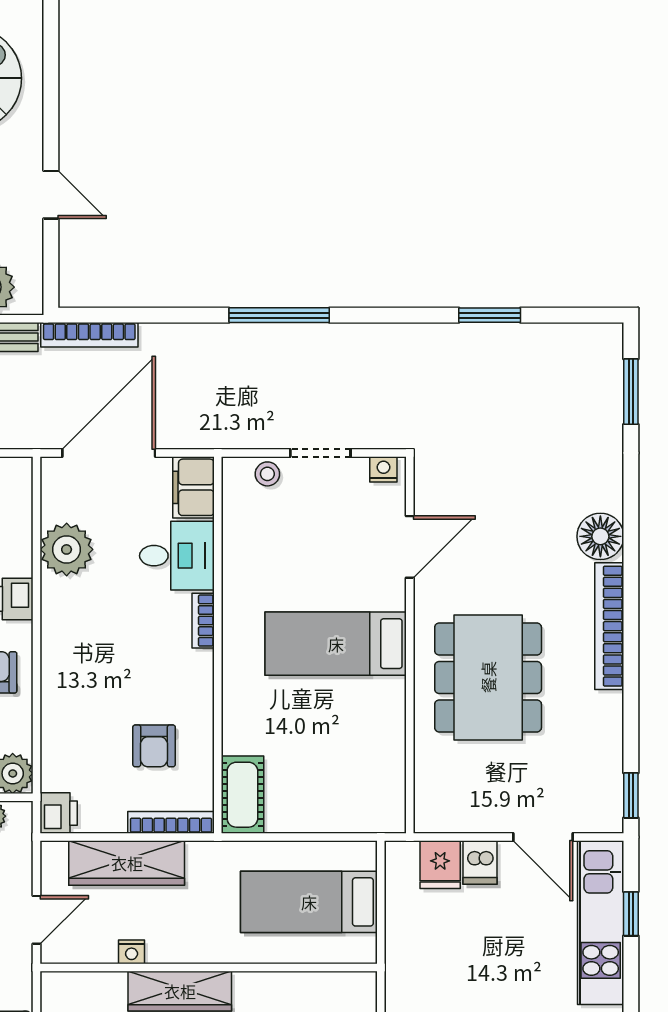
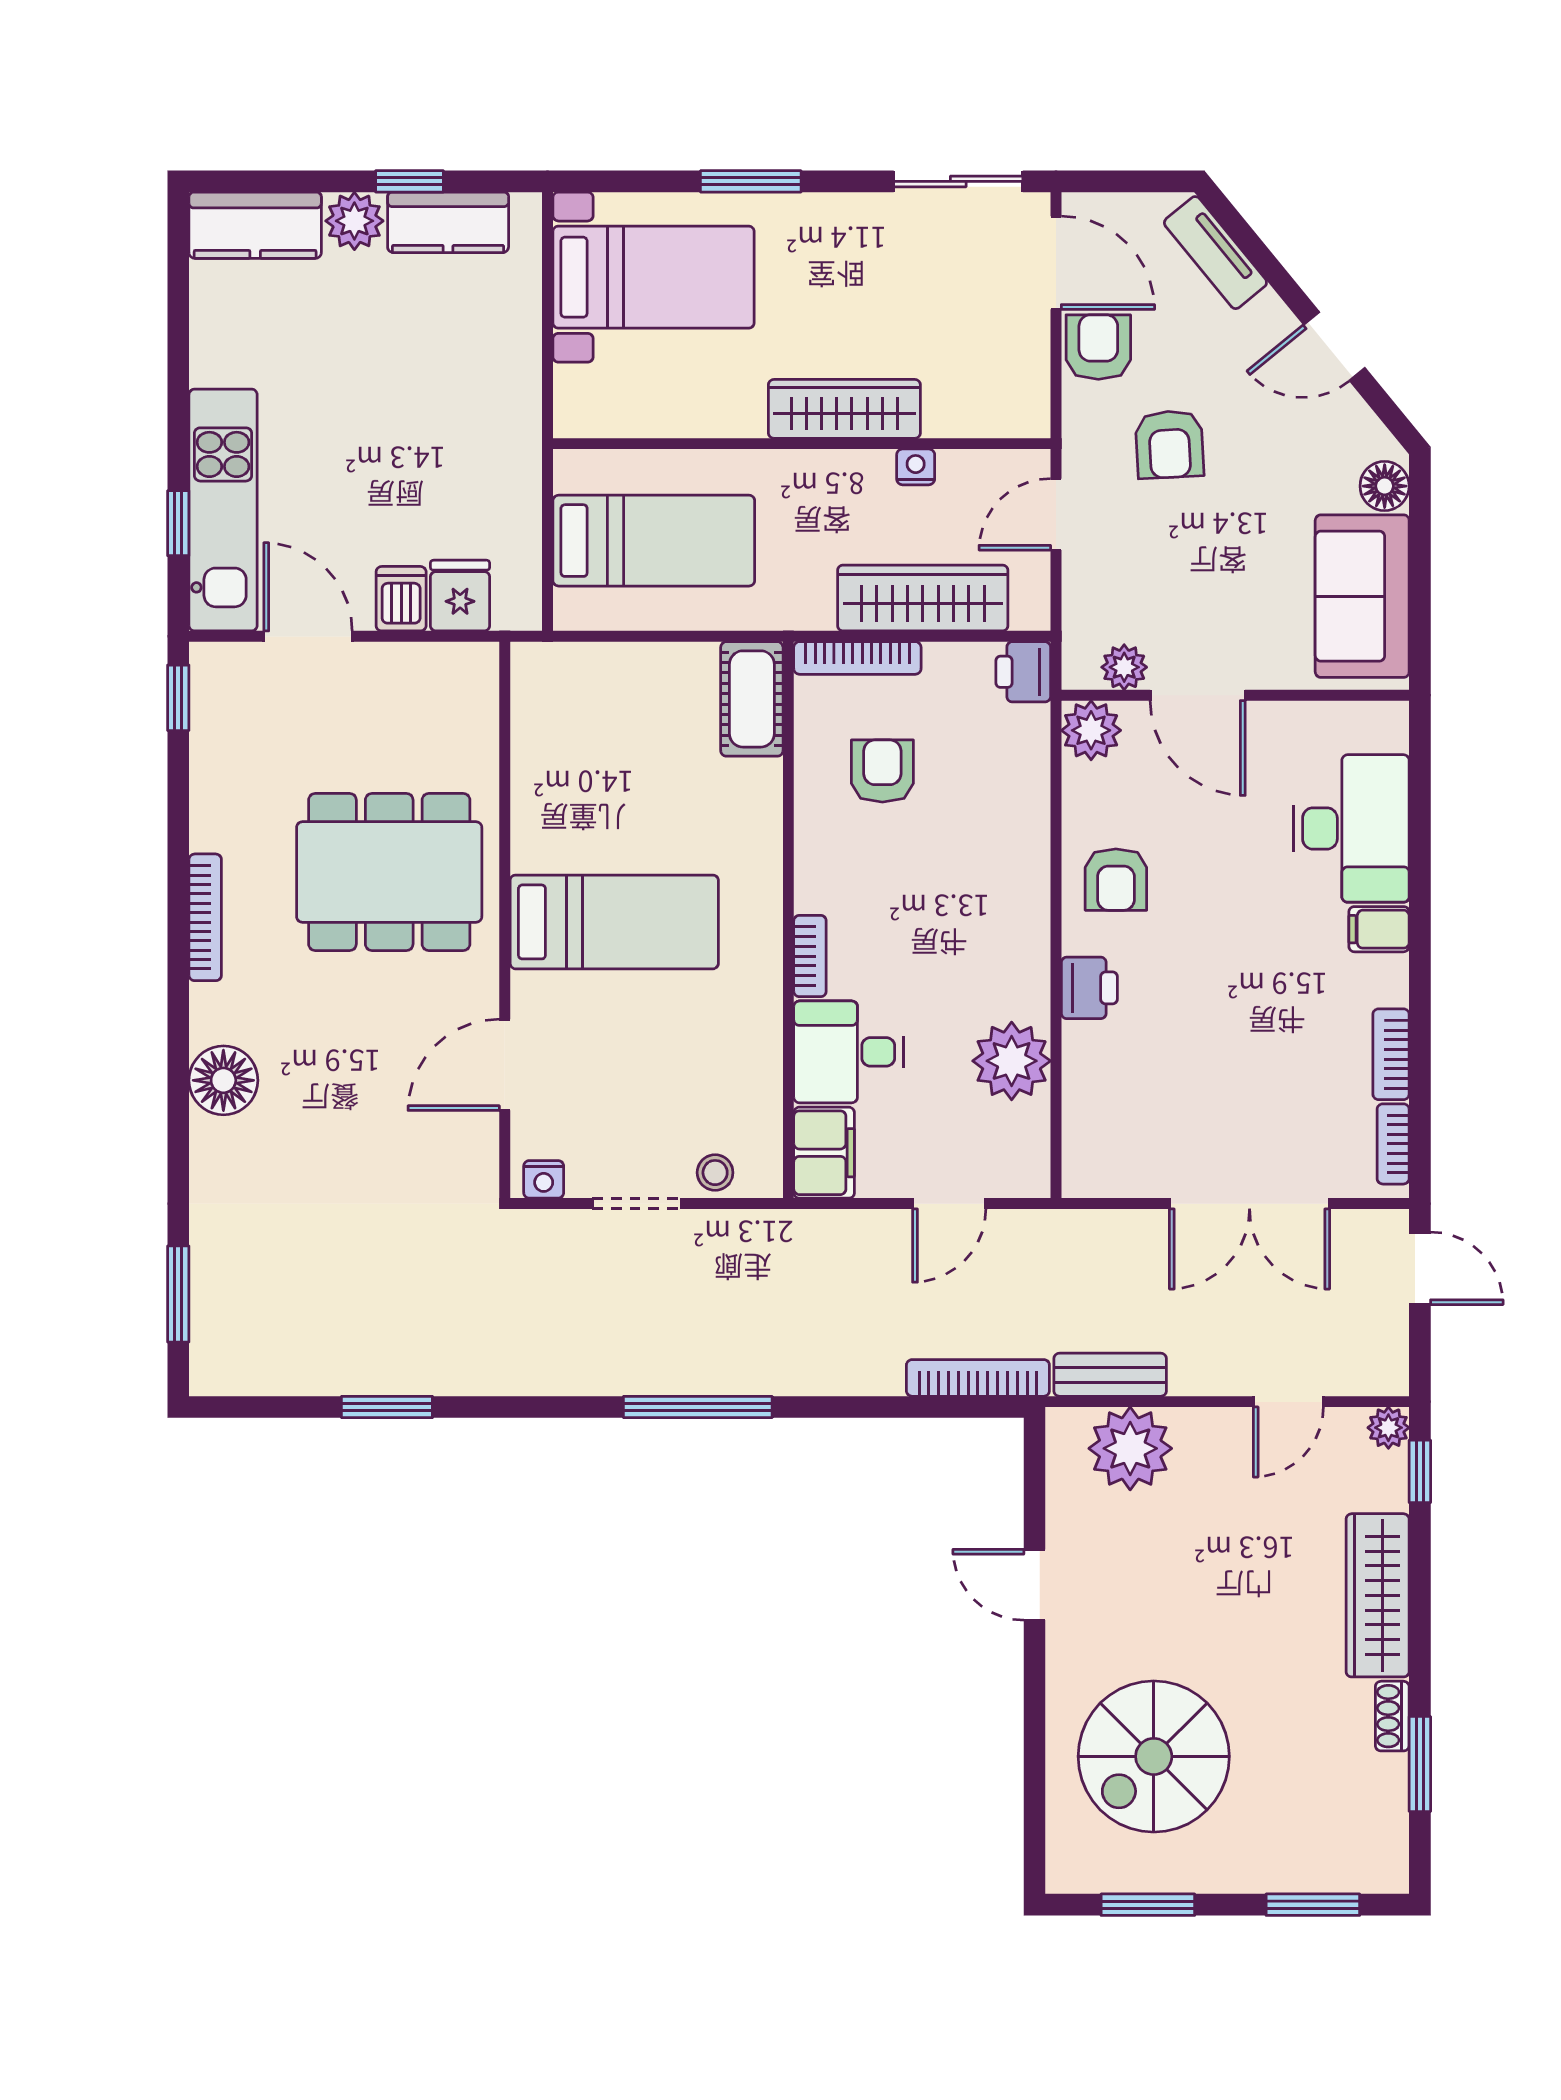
door: (109, 453) -> (949, 1204), width x0.53
bookcase: (609, 626) -> (205, 917), width x0.68, depth x0.76
dining table: (488, 677) -> (389, 872), turned 90

